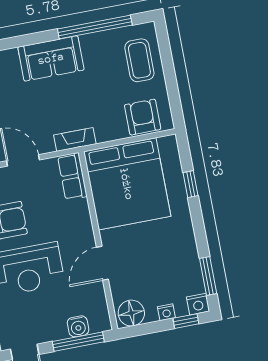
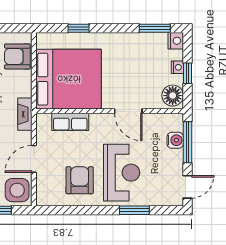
row of seats: (72, 176) -> (70, 122), moved
window: (186, 321) -> (187, 73), moved

